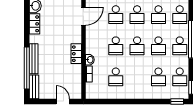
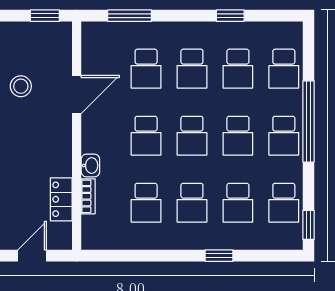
door: (83, 16) -> (77, 95), moved
stool: (58, 23) -> (21, 86), added
locker: (76, 54) -> (61, 199), moved
school desk: (137, 77) -> (192, 203), added
door: (63, 102) -> (32, 256), hinge flipped
window: (177, 102) -> (219, 256), moved

